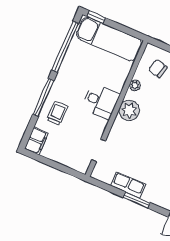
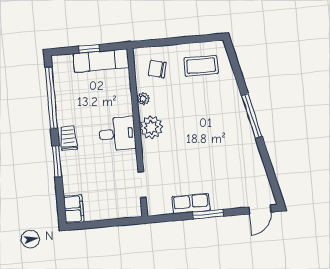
window: (96, 17) -> (89, 49), moved
exam couch: (109, 39) -> (101, 61), width x0.73, depth x0.69
window: (43, 97) -> (57, 161), width x0.69
trolley: (57, 113) -> (69, 138), moved

